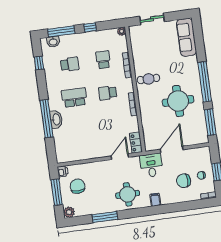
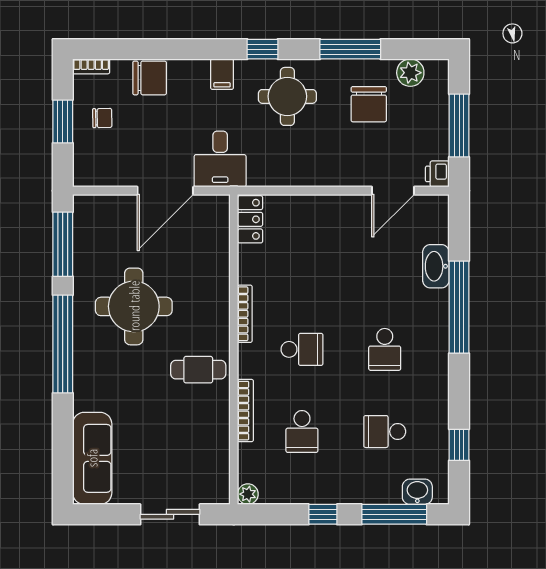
school desk: (74, 97) -> (385, 349), width x0.54
washbasin: (56, 119) -> (436, 266), moved
door: (120, 157) -> (393, 191), moved
chair: (184, 181) -> (150, 78), moved
chair: (78, 186) -> (369, 104), moved
plant: (69, 212) -> (410, 73), moved
window: (140, 212) -> (262, 49), added

